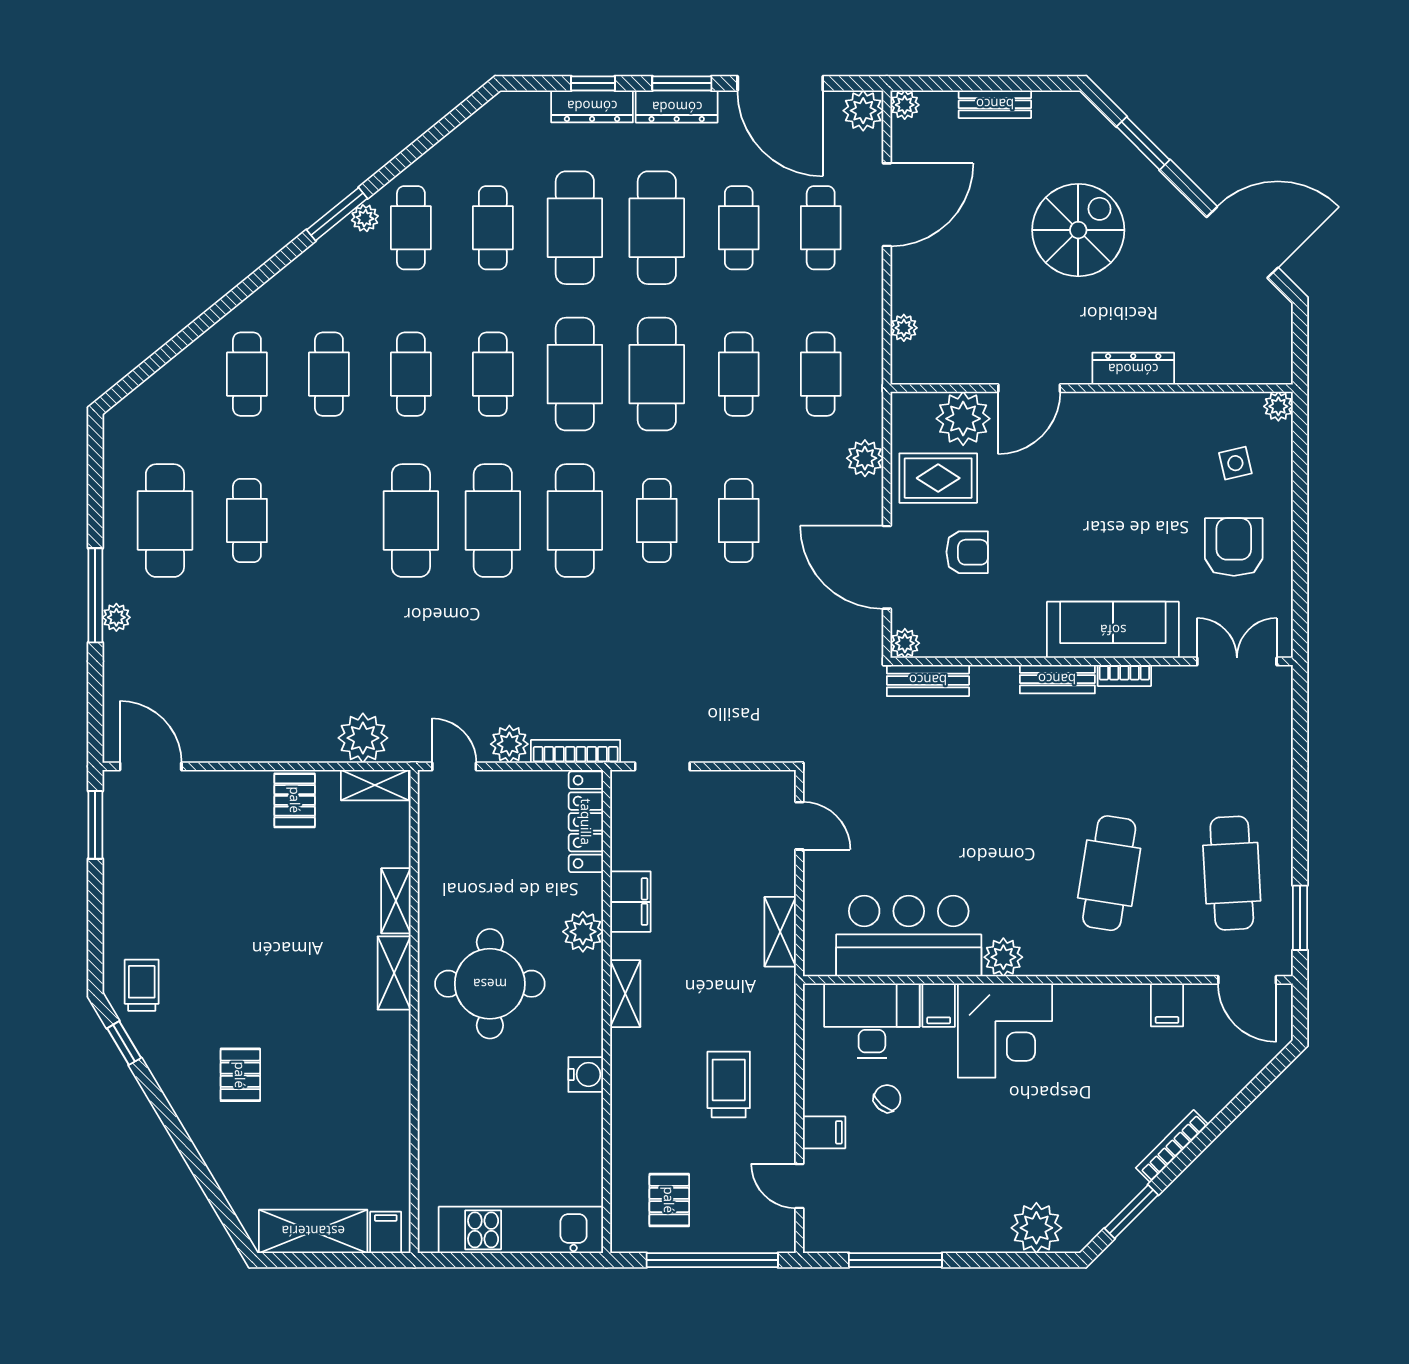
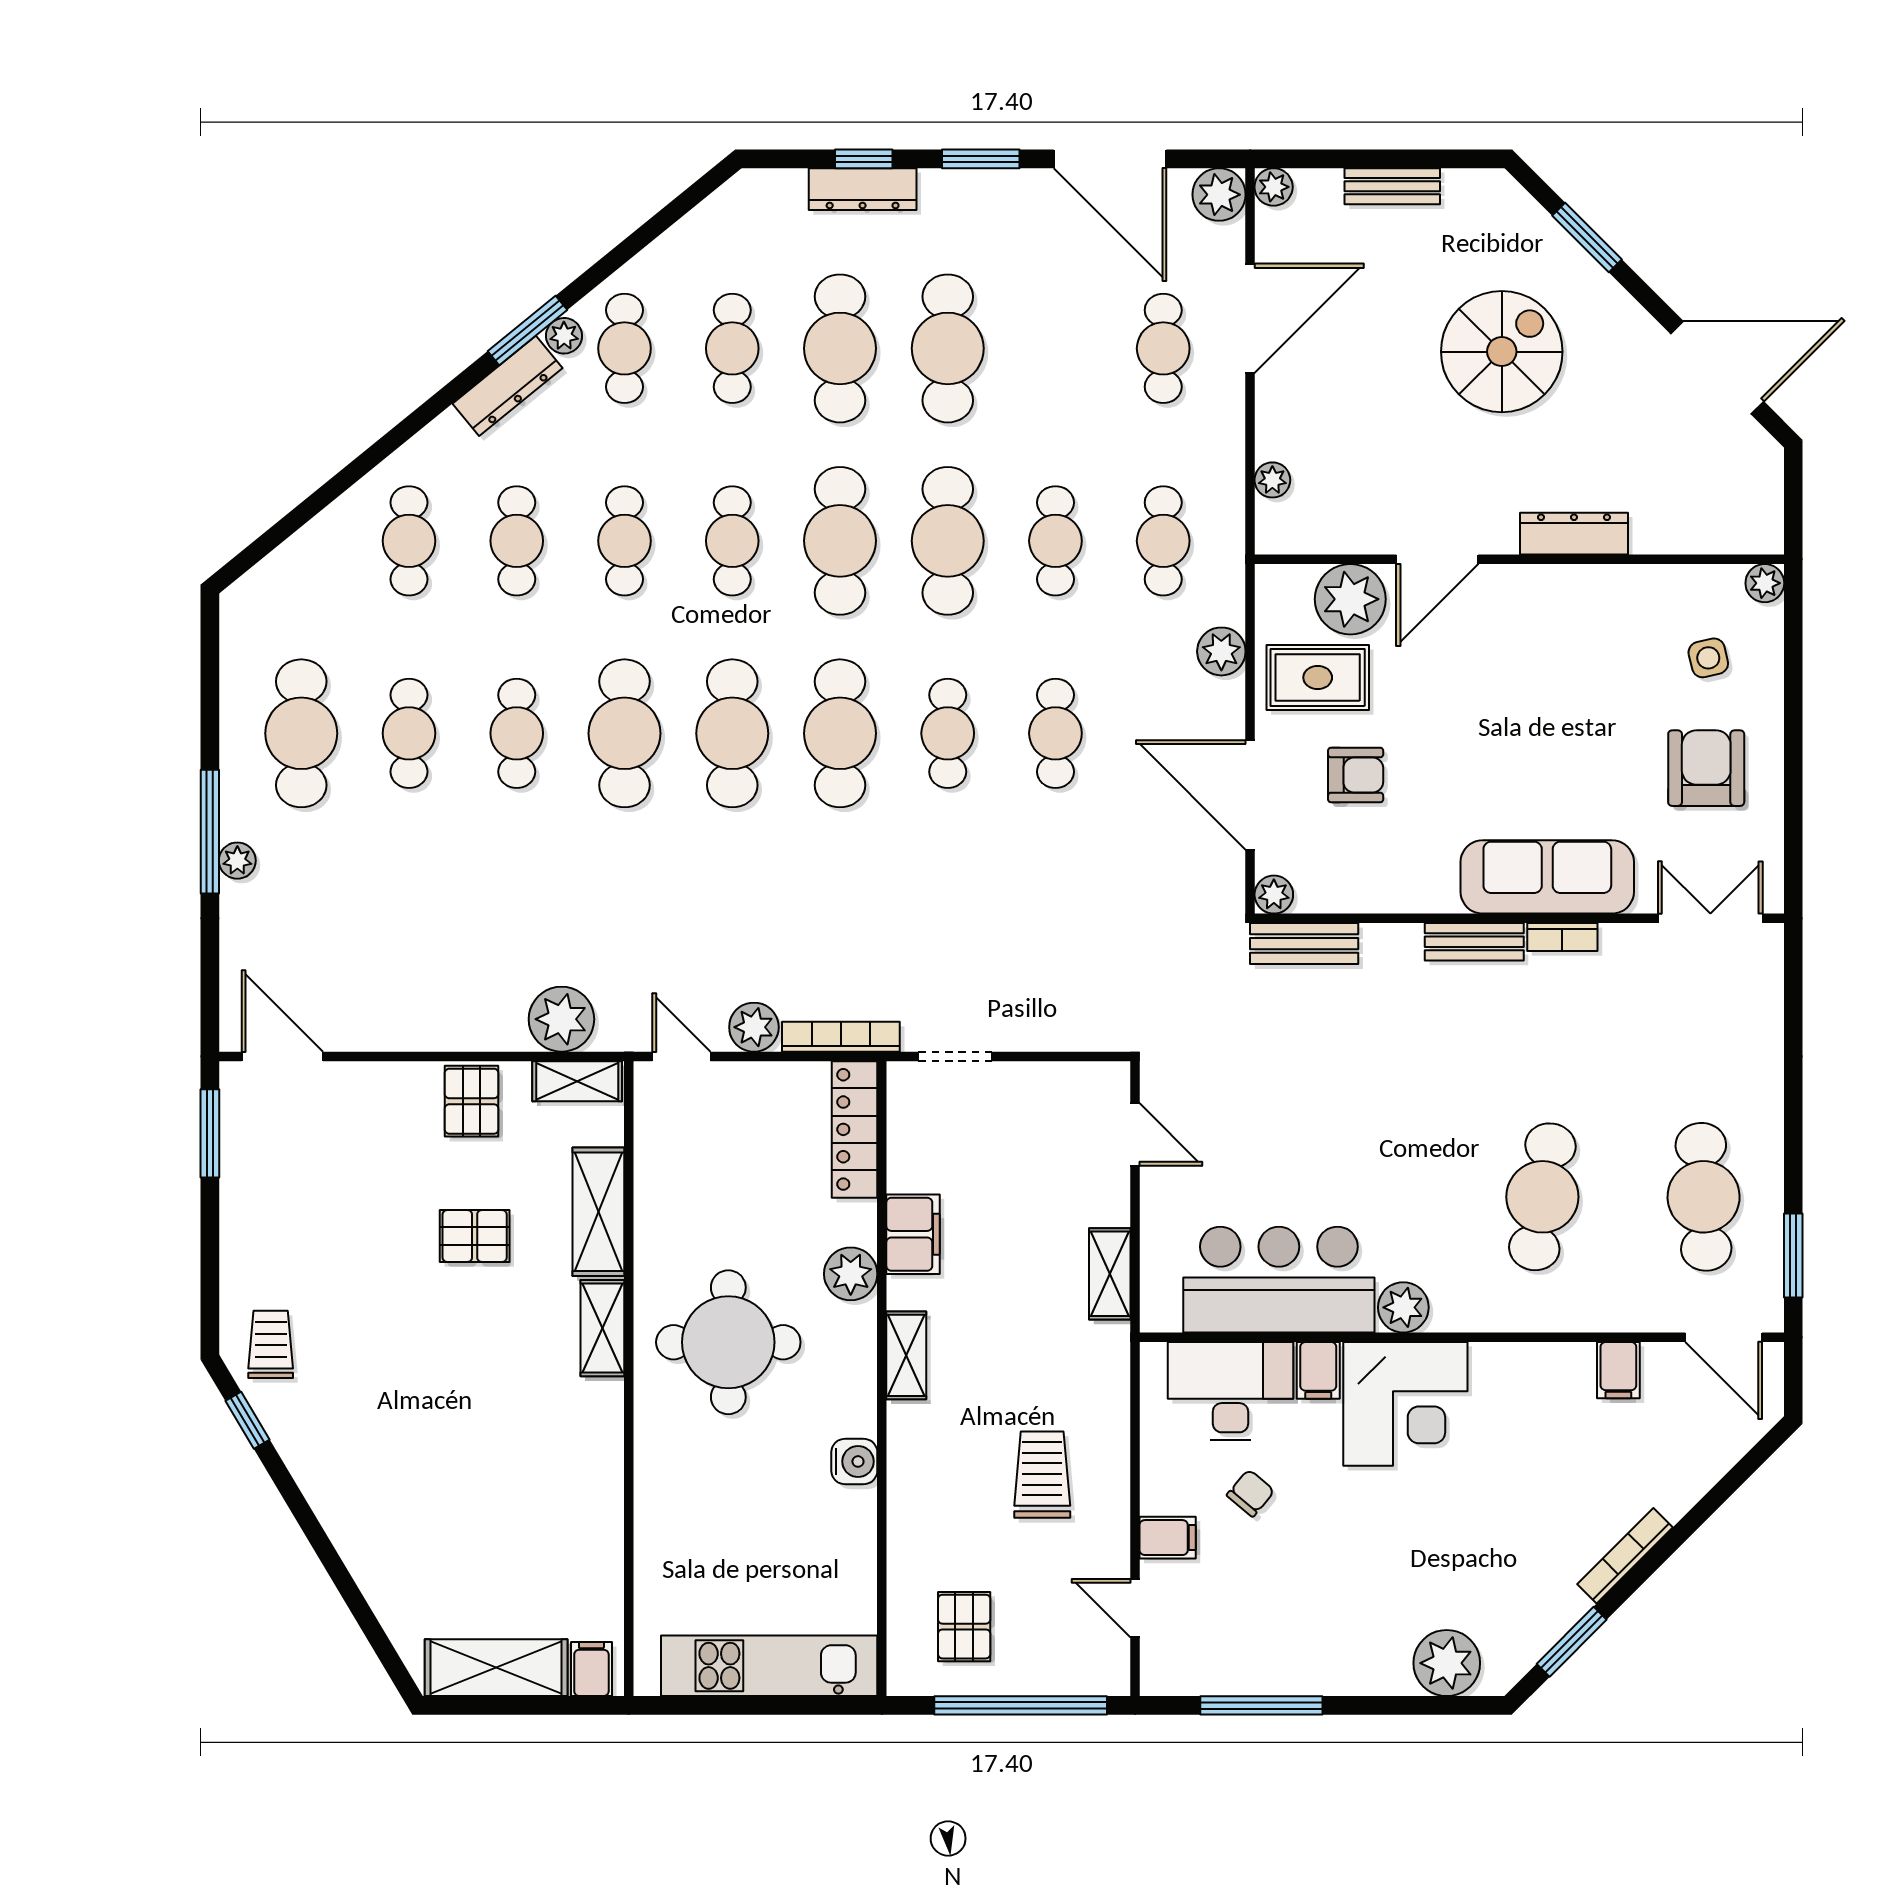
dresser: (677, 107) -> (507, 386), moved, turned -39
cafe table: (739, 228) -> (517, 733), moved
shelving: (396, 901) -> (598, 1212), width x1.50, depth x1.33
pallet: (240, 1075) -> (475, 1236), moved, turned 90

